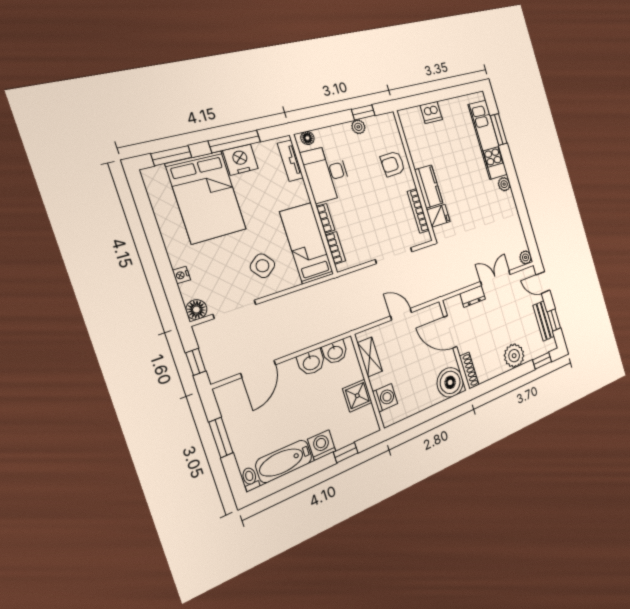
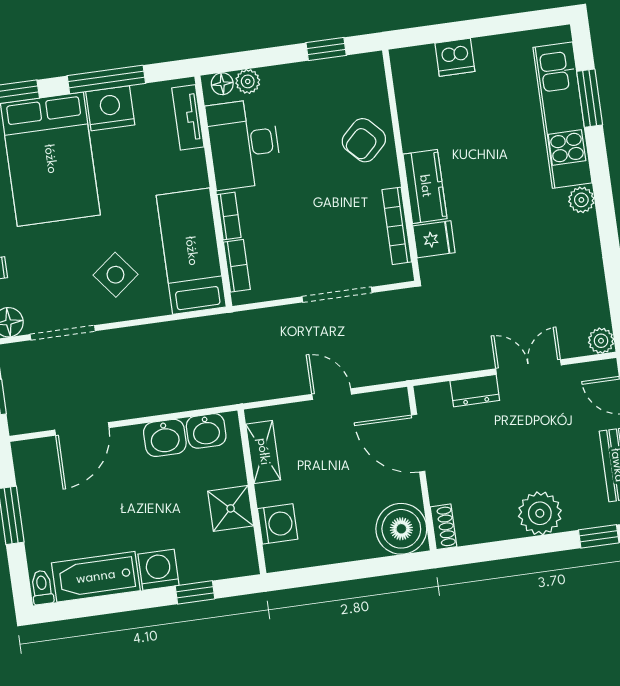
plant: (358, 127) -> (248, 81), moved
armchair: (393, 164) -> (364, 140), turned -41
shoe rack: (469, 371) -> (443, 527), width x0.70

